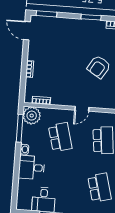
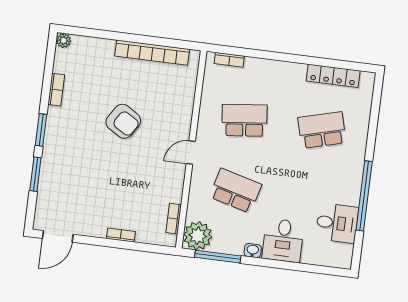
window: (46, 14) -> (35, 174), moved
door: (82, 109) -> (191, 153), swing flipped
school desk: (60, 137) -> (236, 191), turned 30

